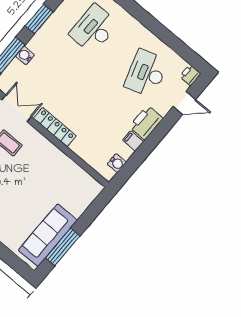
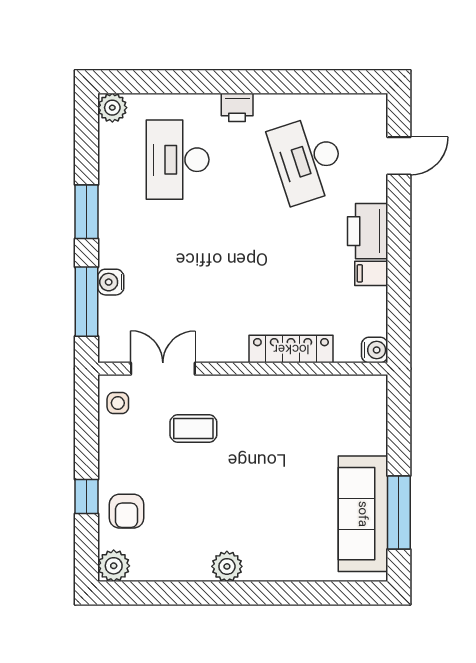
printer: (190, 75) -> (237, 107), moved, turned -90
locker: (55, 127) -> (291, 349), moved
water cooler: (117, 163) -> (375, 350), moved

